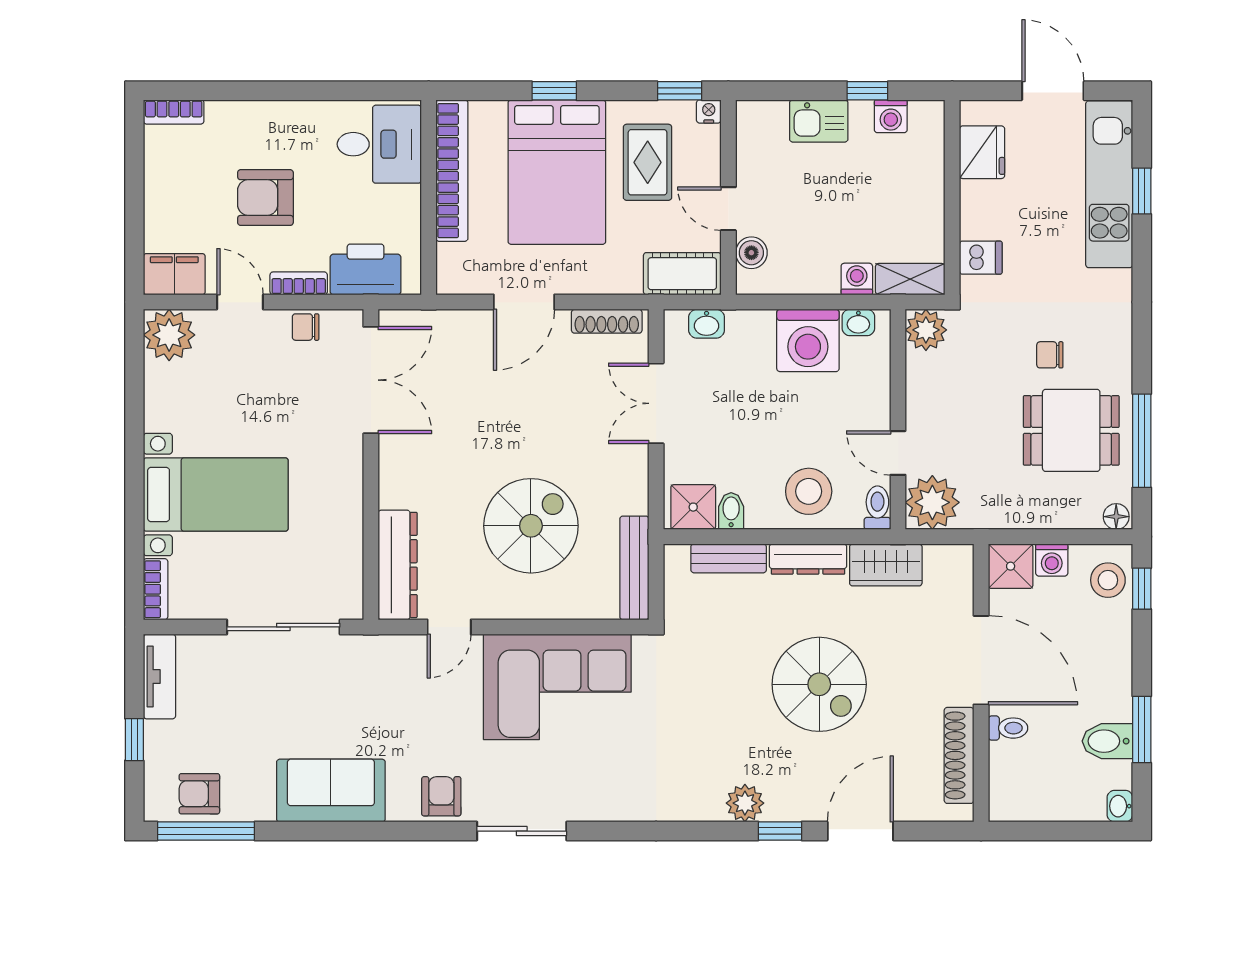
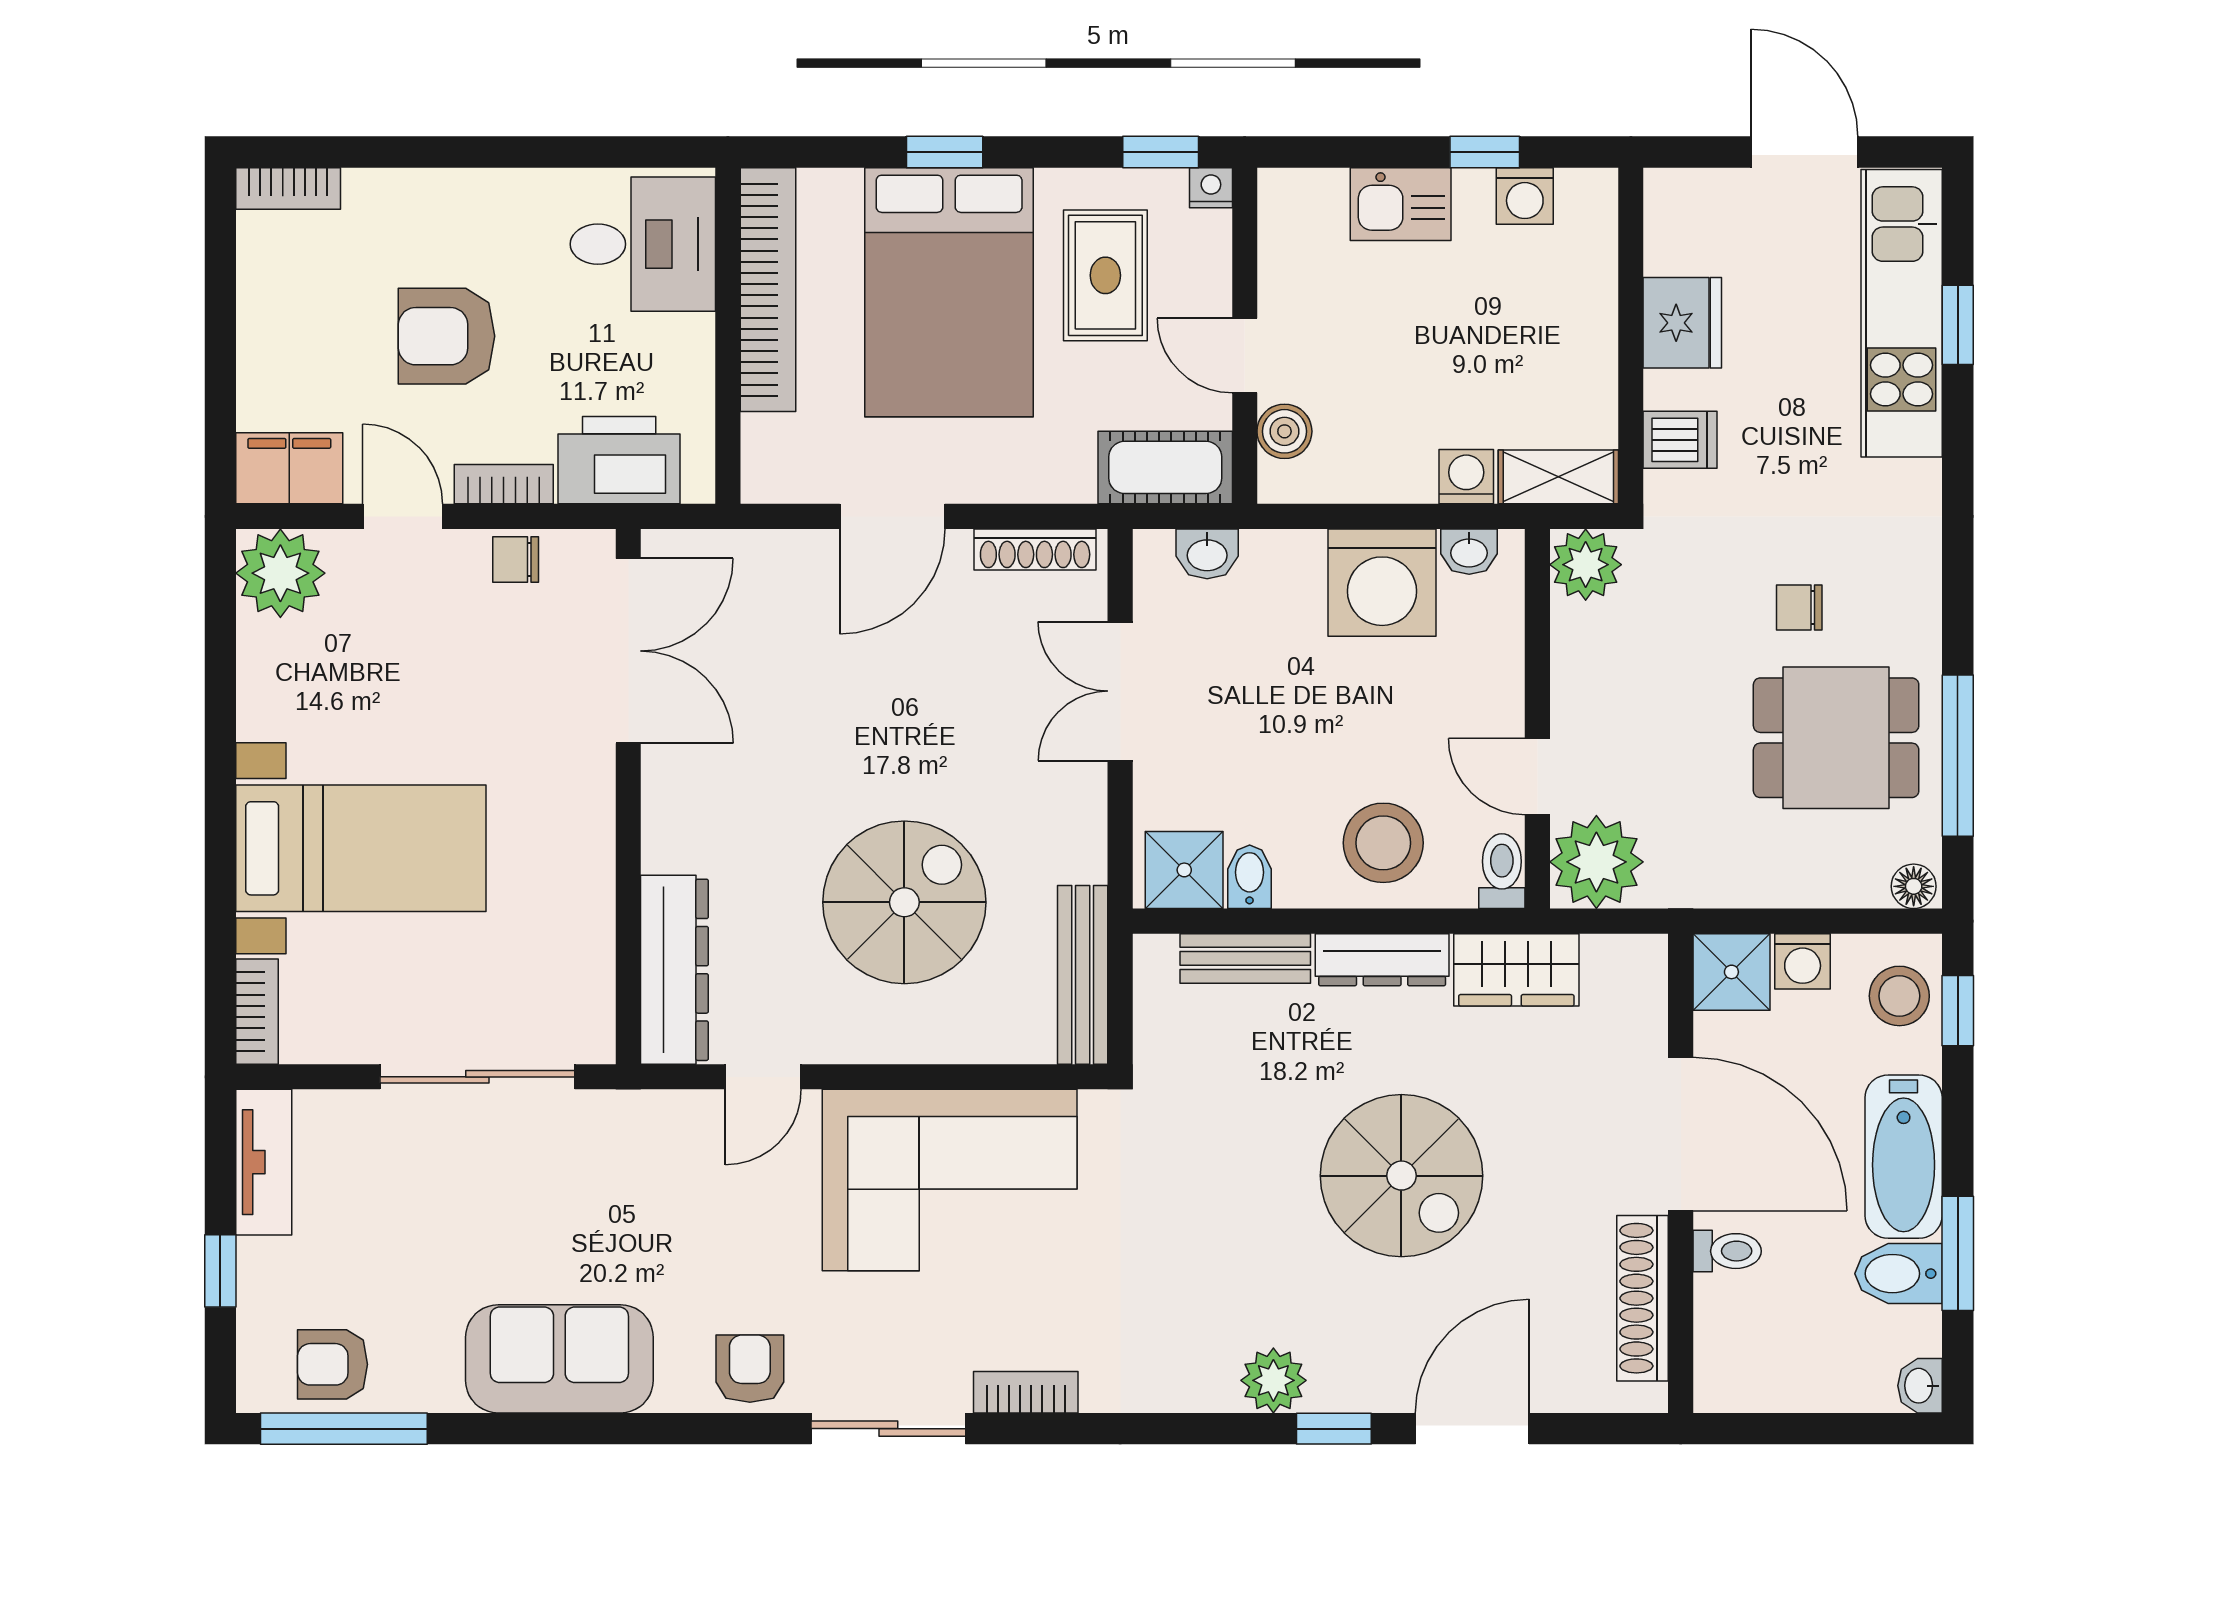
fridge: (982, 152) -> (1682, 323), moved
bathtub: (1110, 673) -> (1904, 1157), added
bookcase: (601, 810) -> (1026, 1392), added

